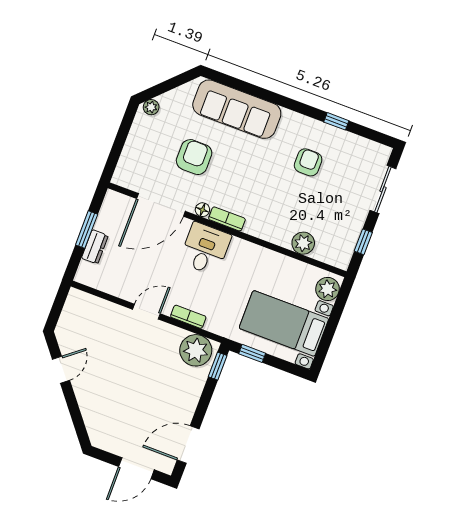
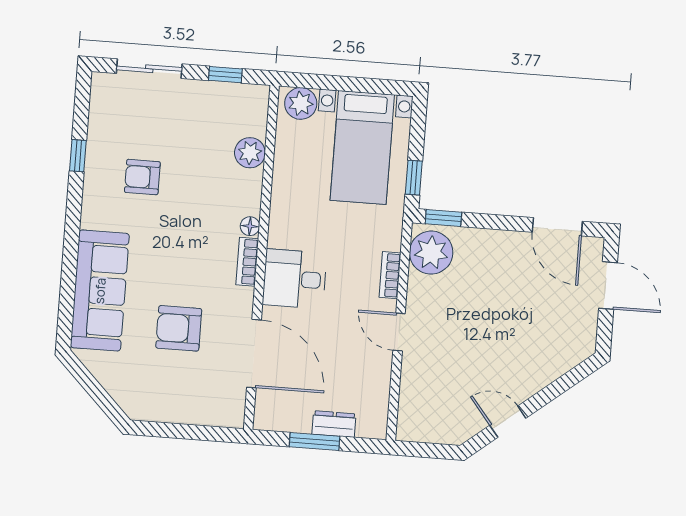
plant: (151, 107) -> (130, 404), removed
floor lamp: (202, 210) -> (250, 226), moved

